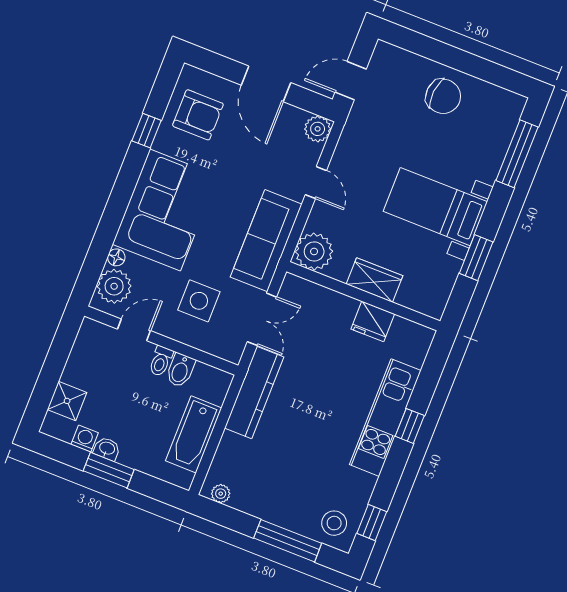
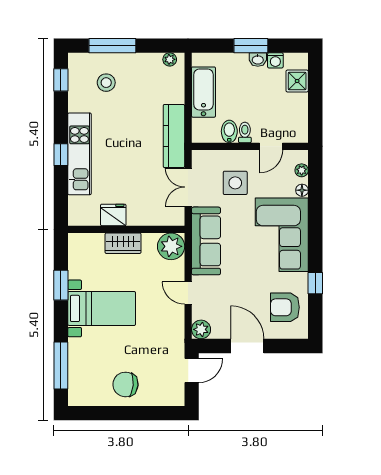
plant: (114, 286) -> (302, 170), width x0.53, depth x0.53
stool: (334, 523) -> (106, 83), moved

